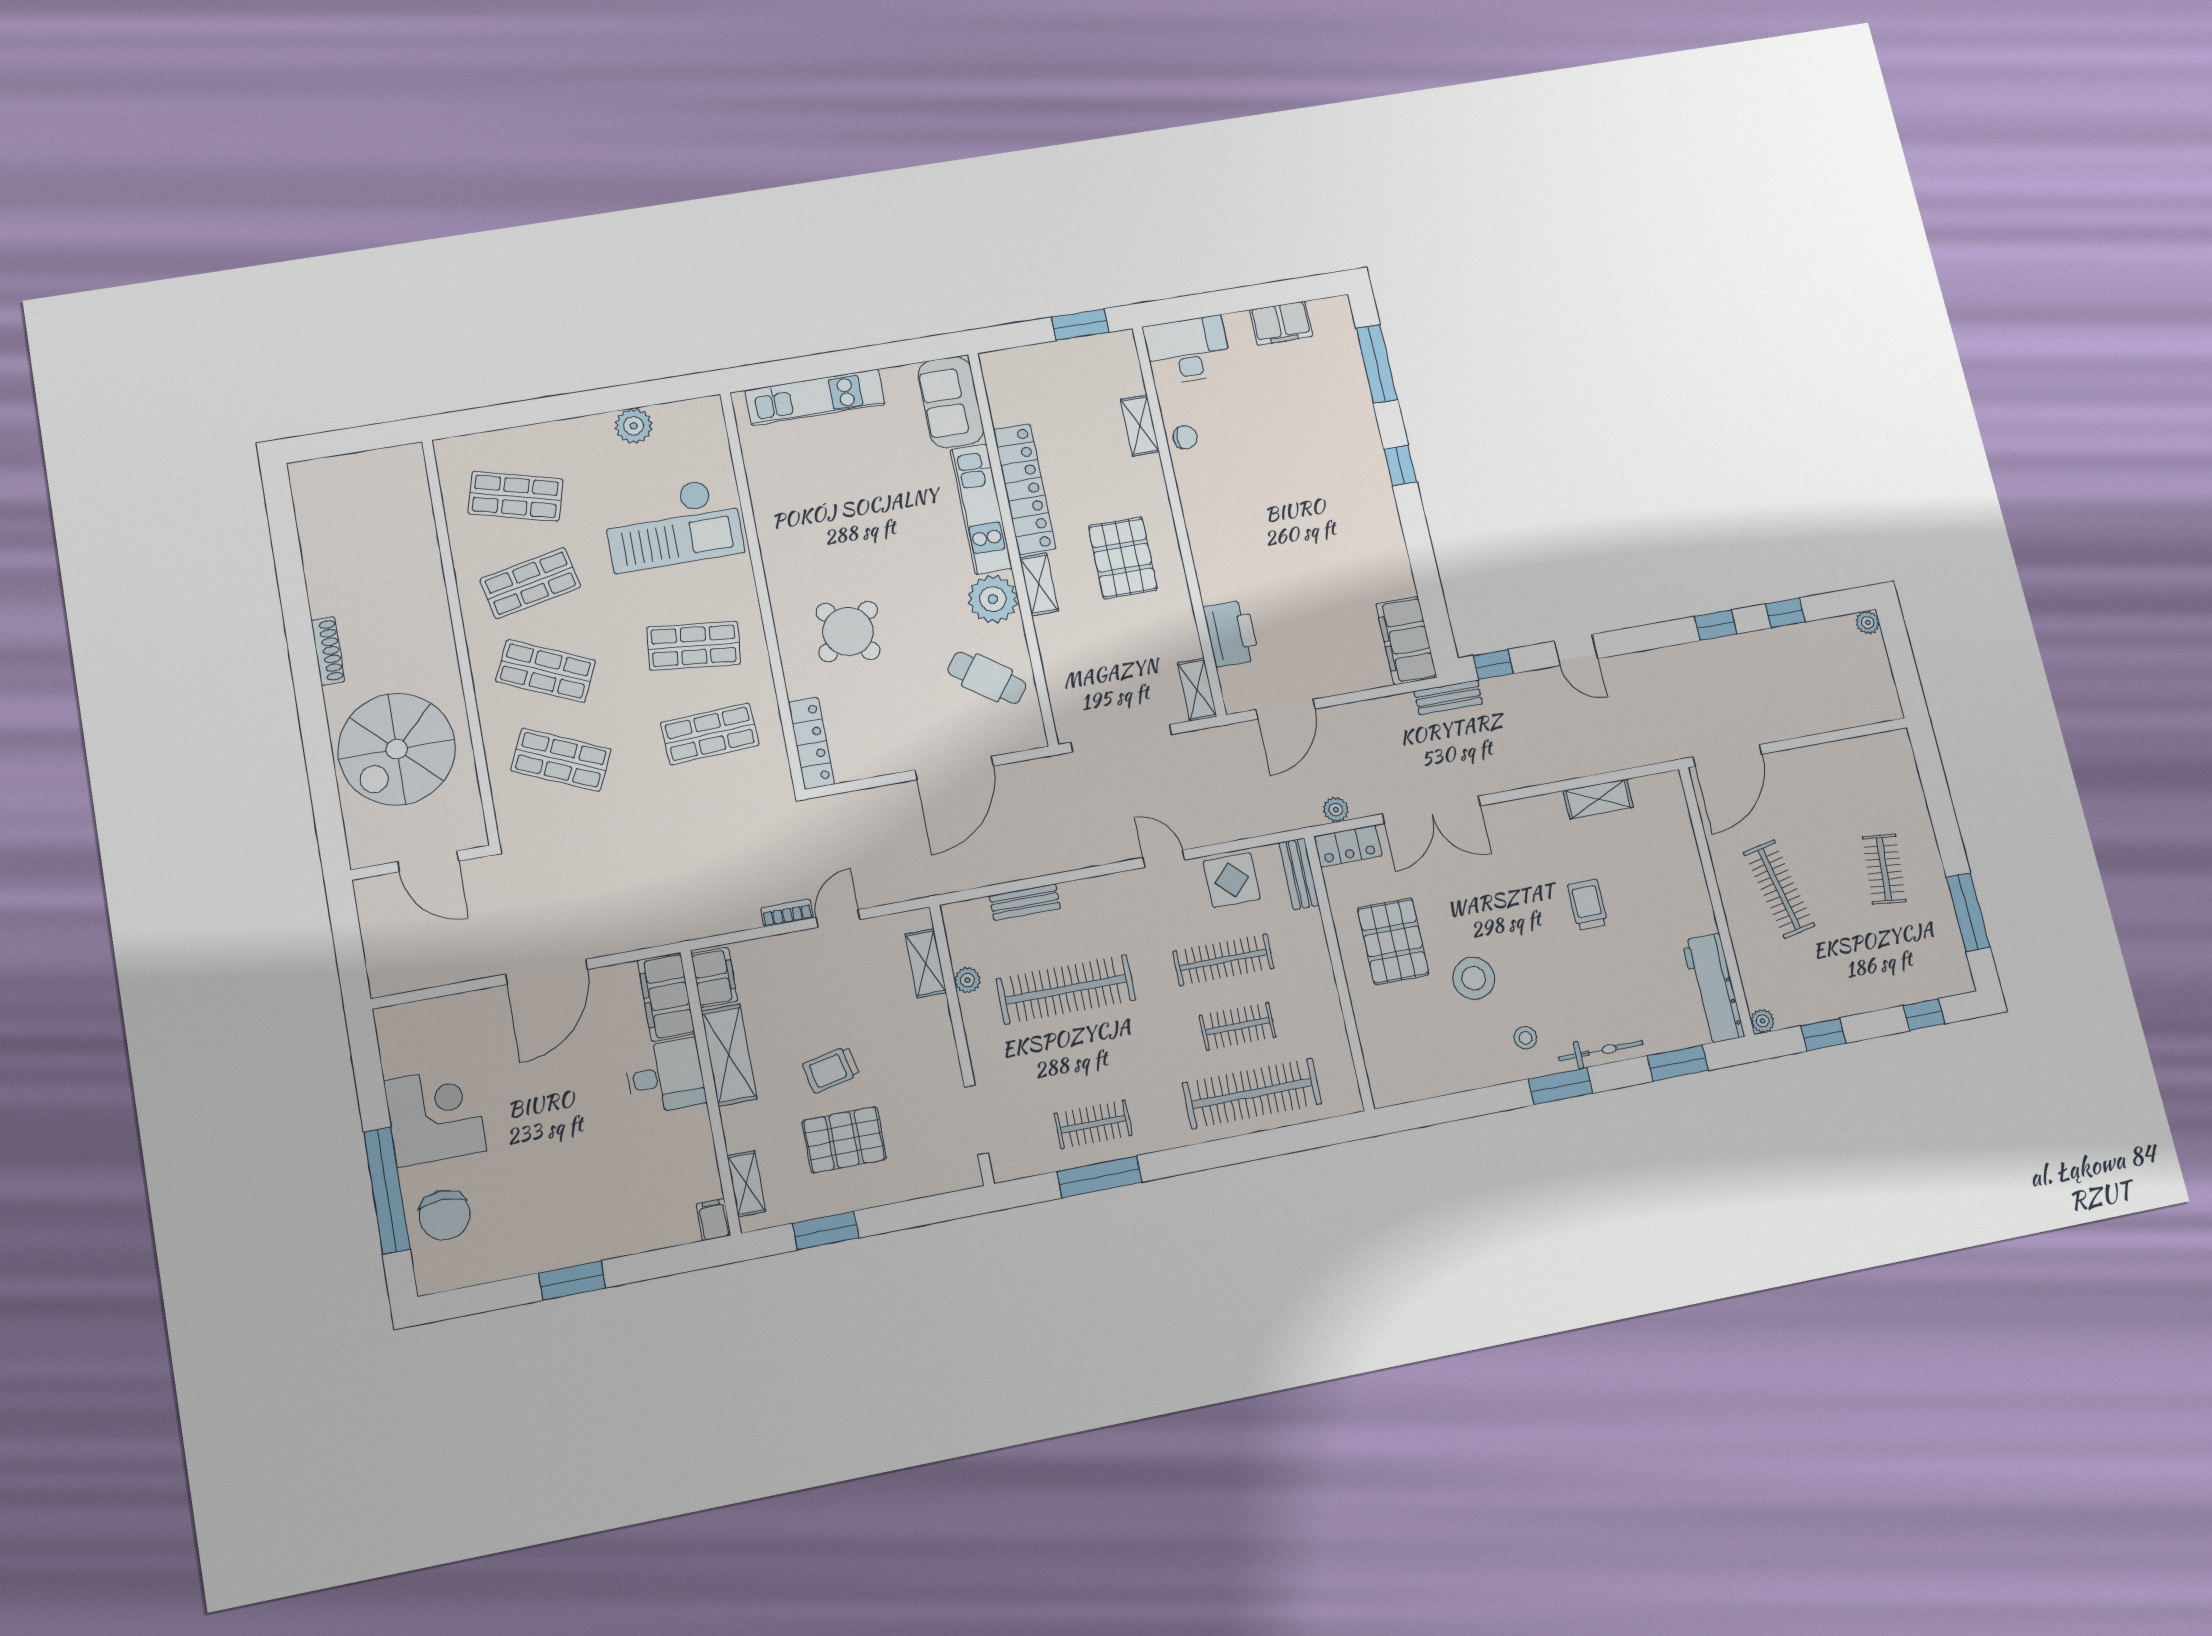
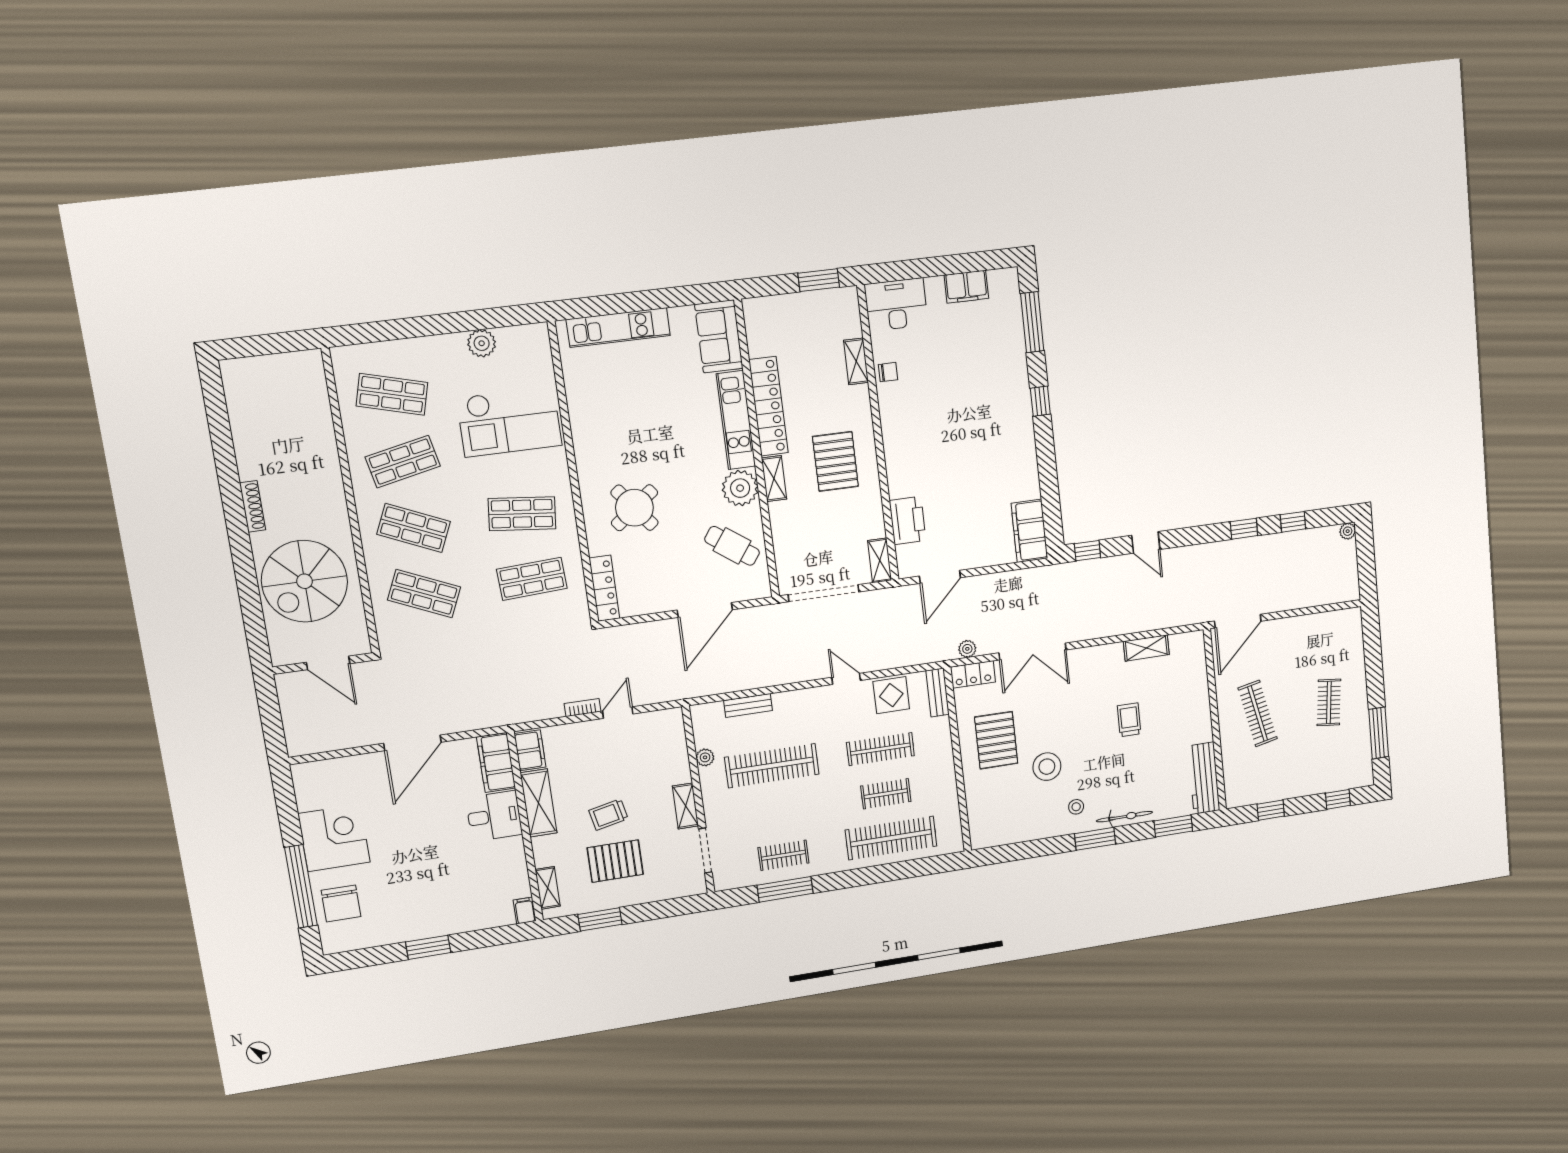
bench: (1448, 697) -> (1054, 573), removed
shelving: (926, 963) -> (685, 806), moved
plant: (1763, 1021) -> (1233, 800), removed

